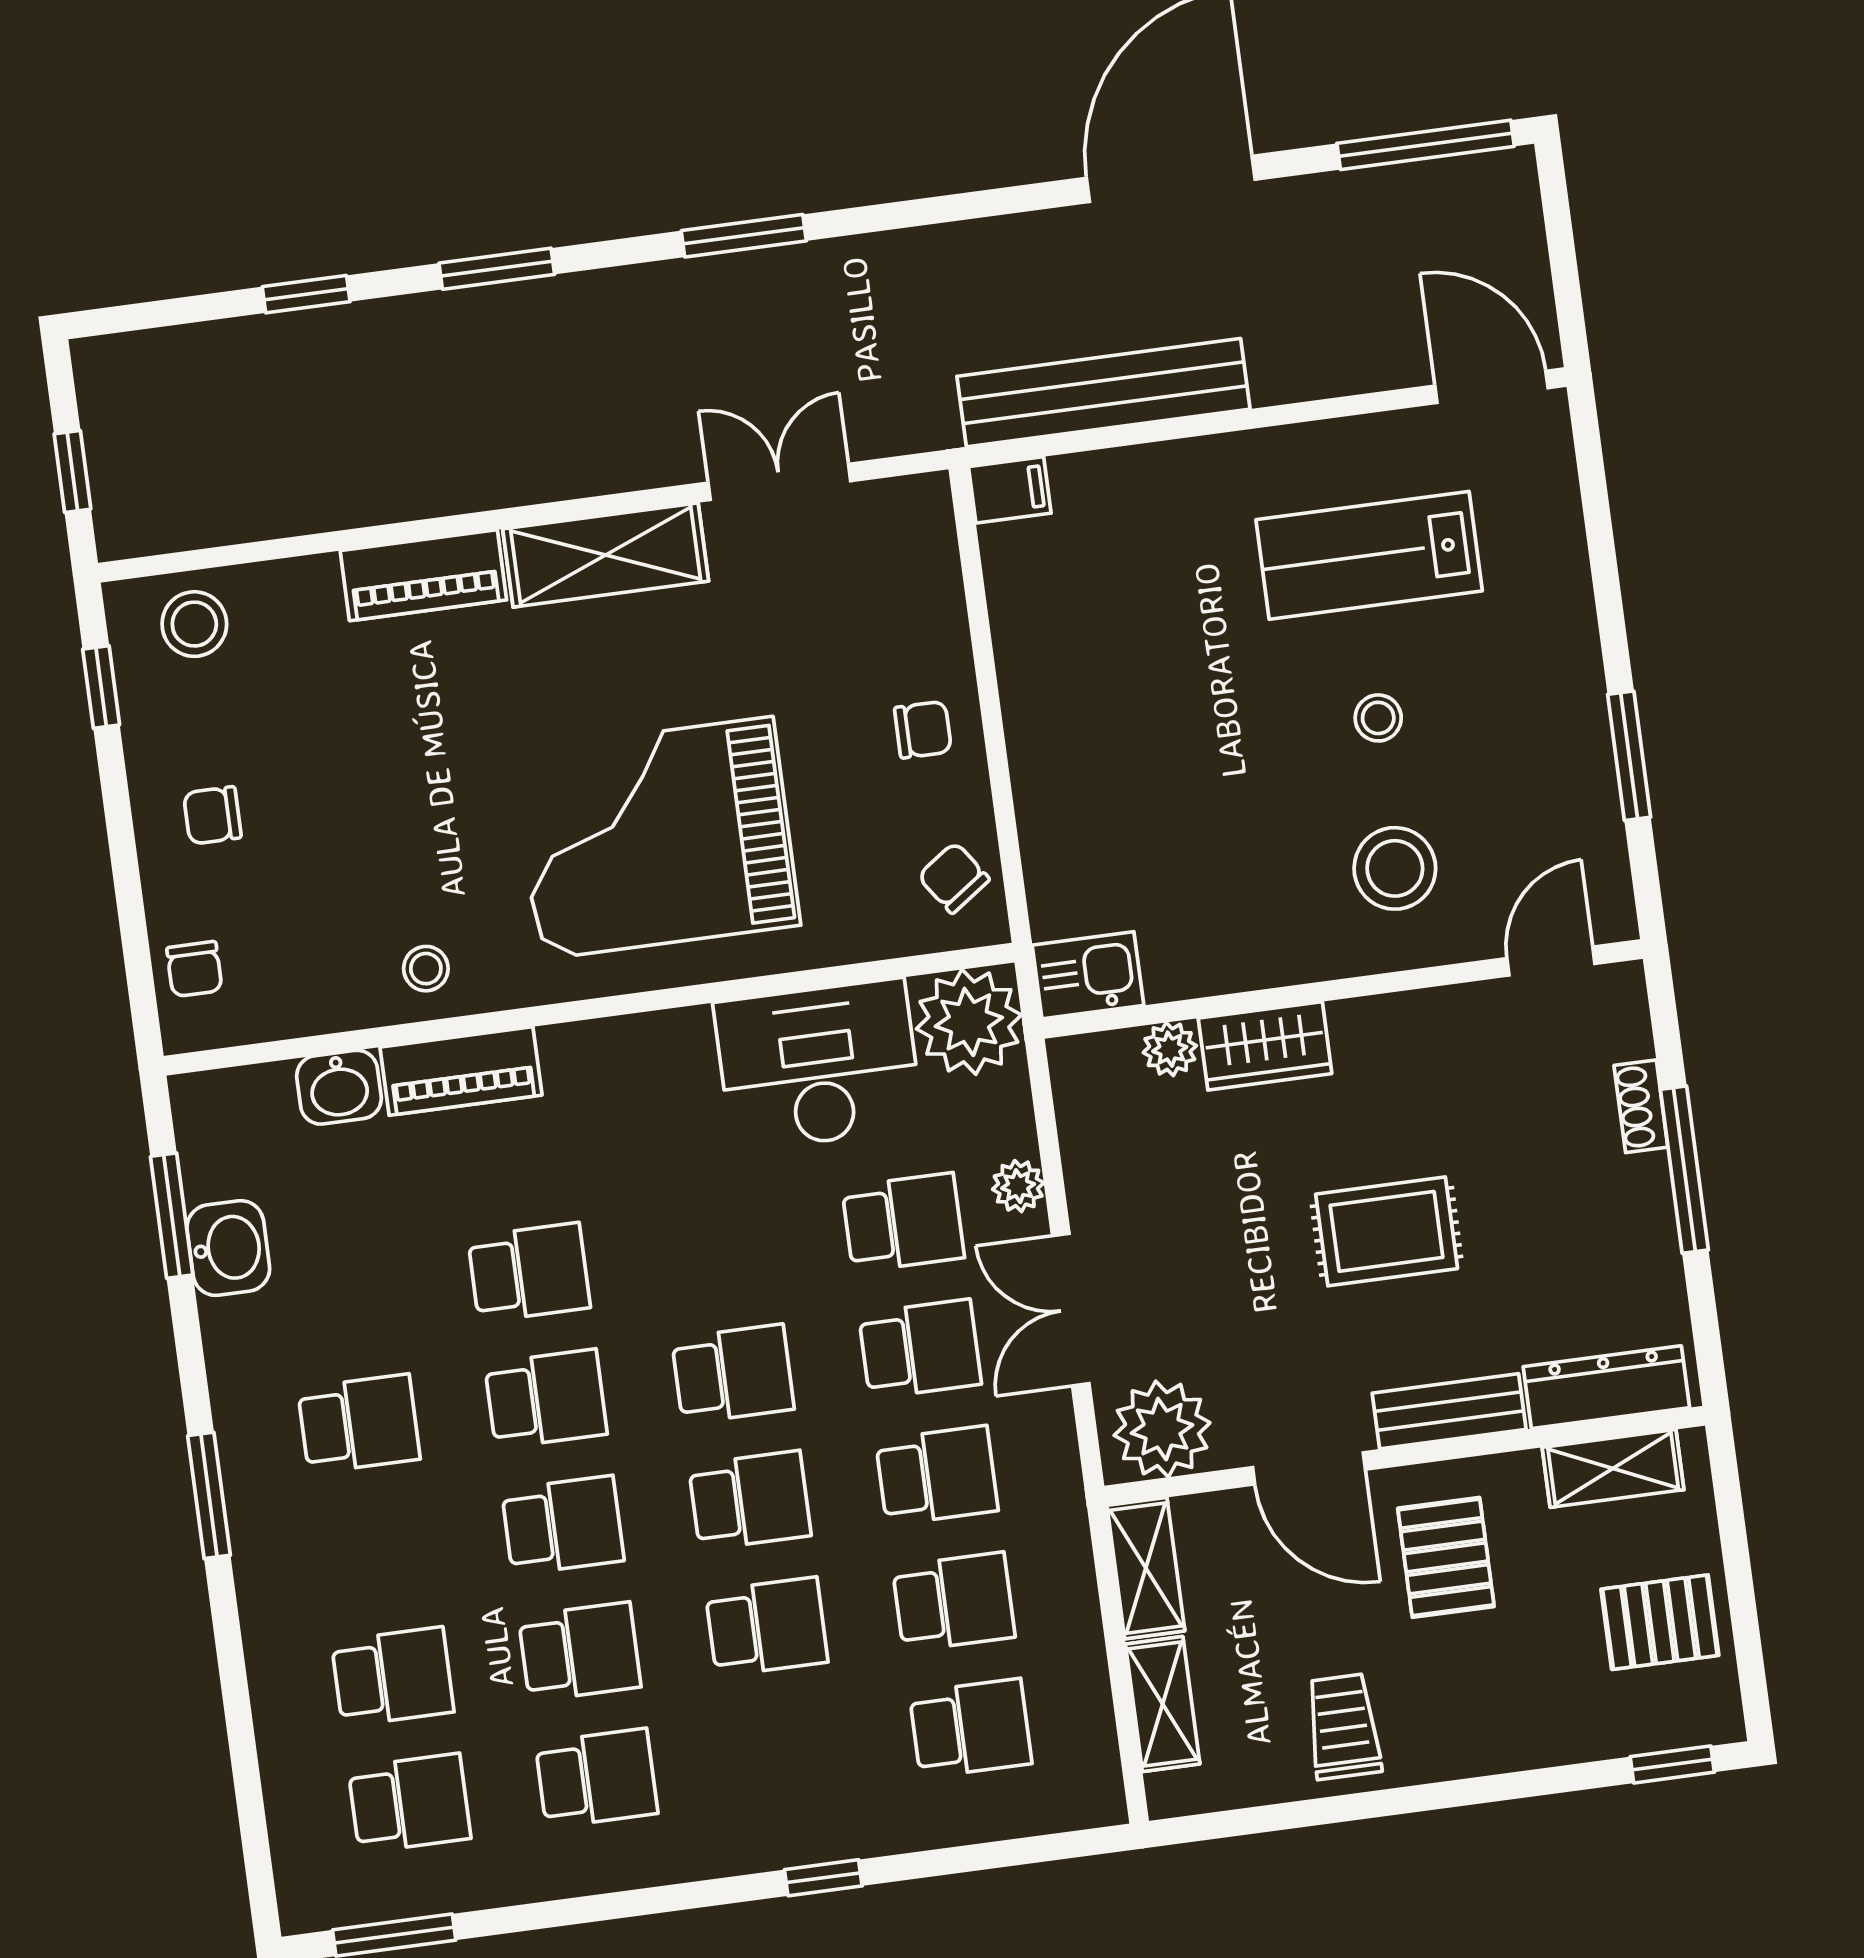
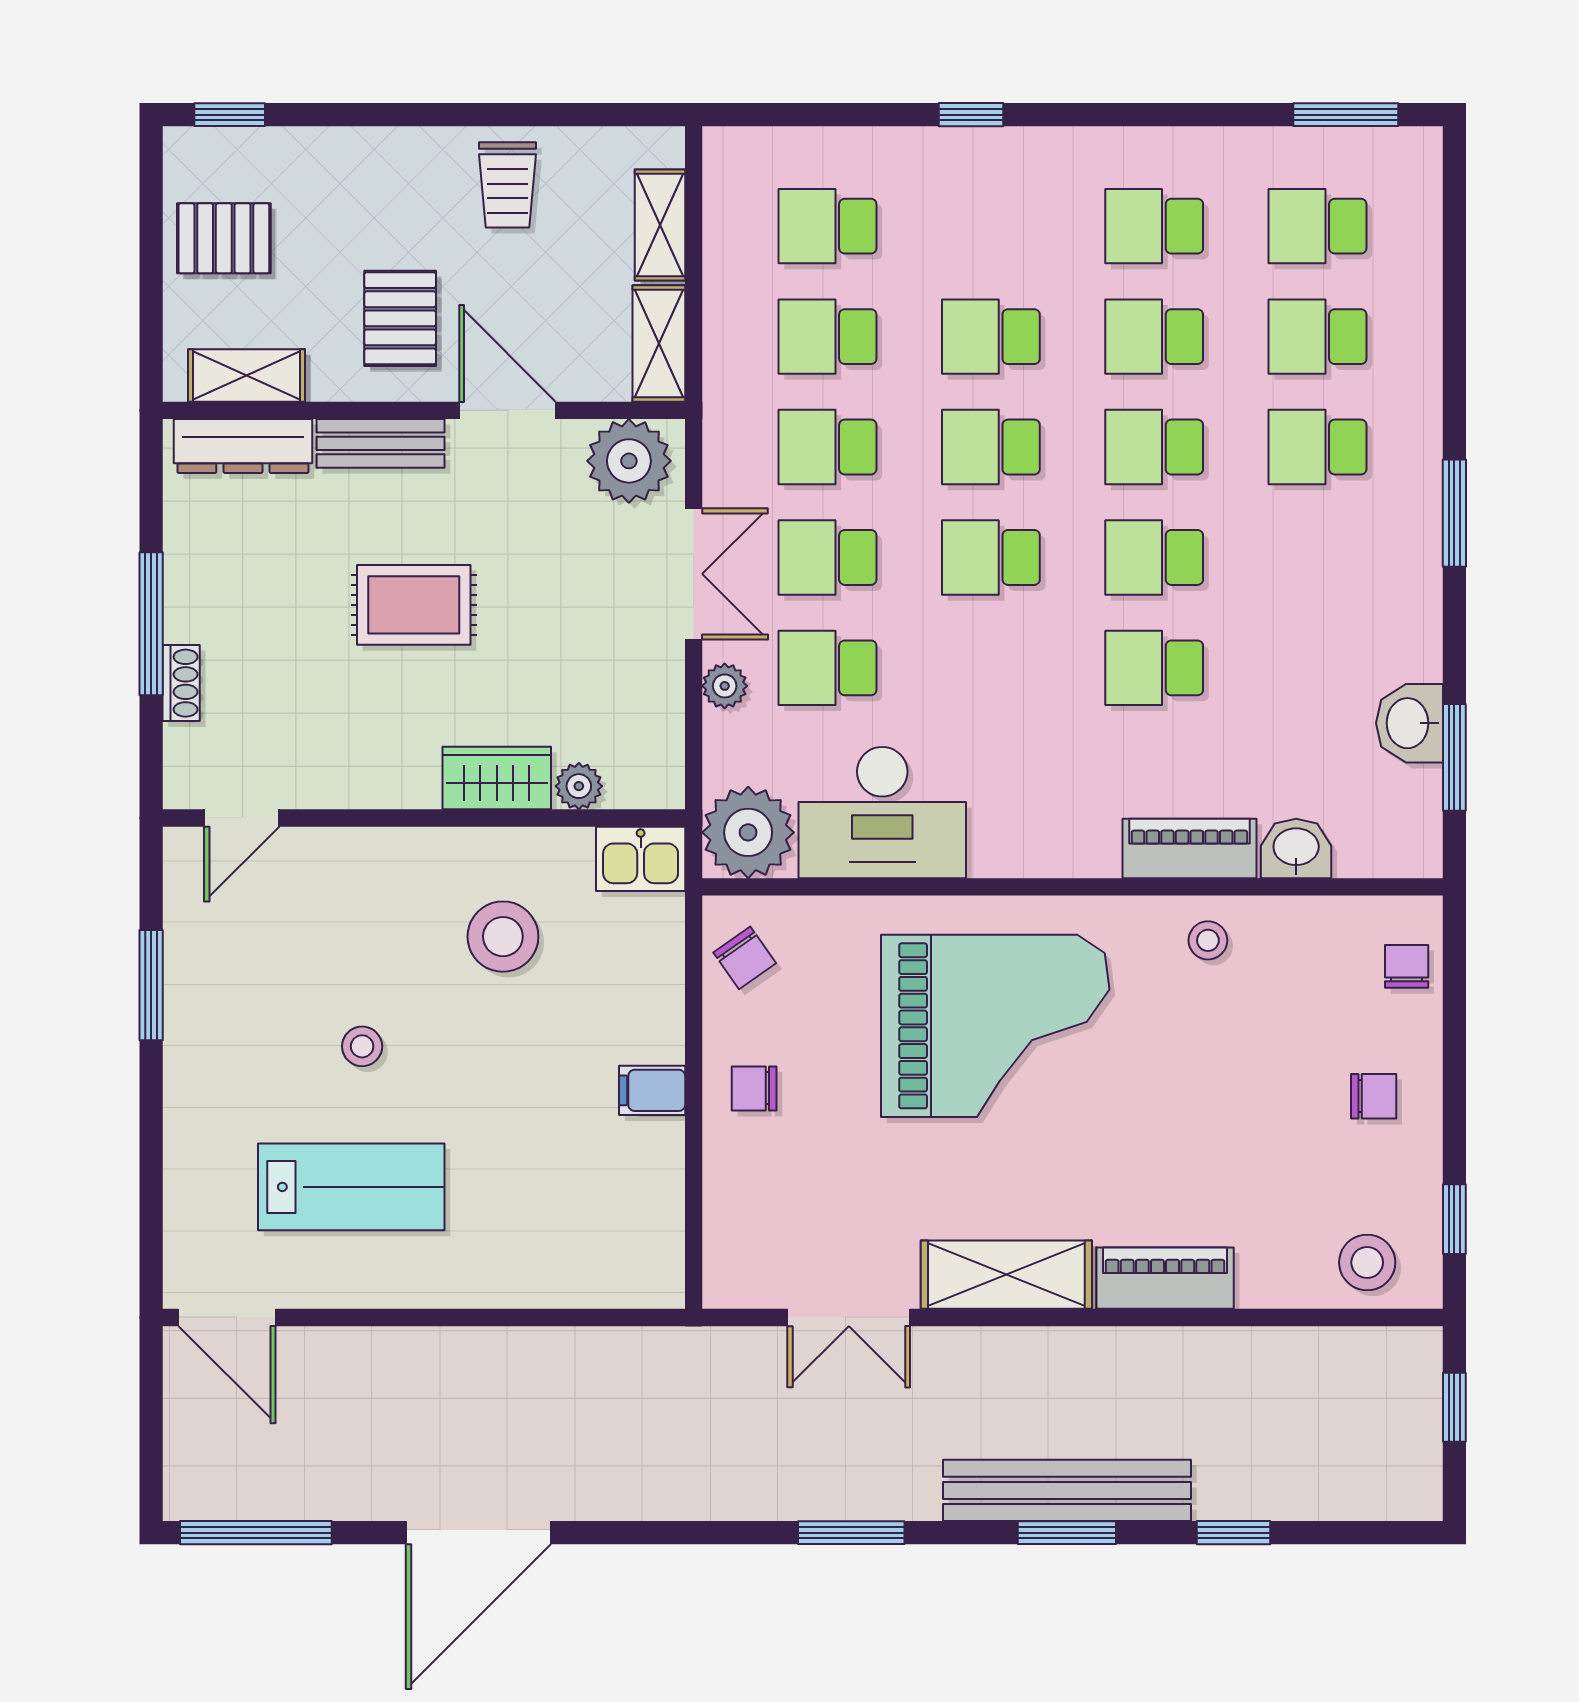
bench: (1103, 393) -> (1067, 1490), moved
filing cabinet: (1010, 490) -> (652, 1090), moved
stool: (1395, 868) -> (503, 937), moved
school desk: (359, 1424) -> (1318, 447), moved

